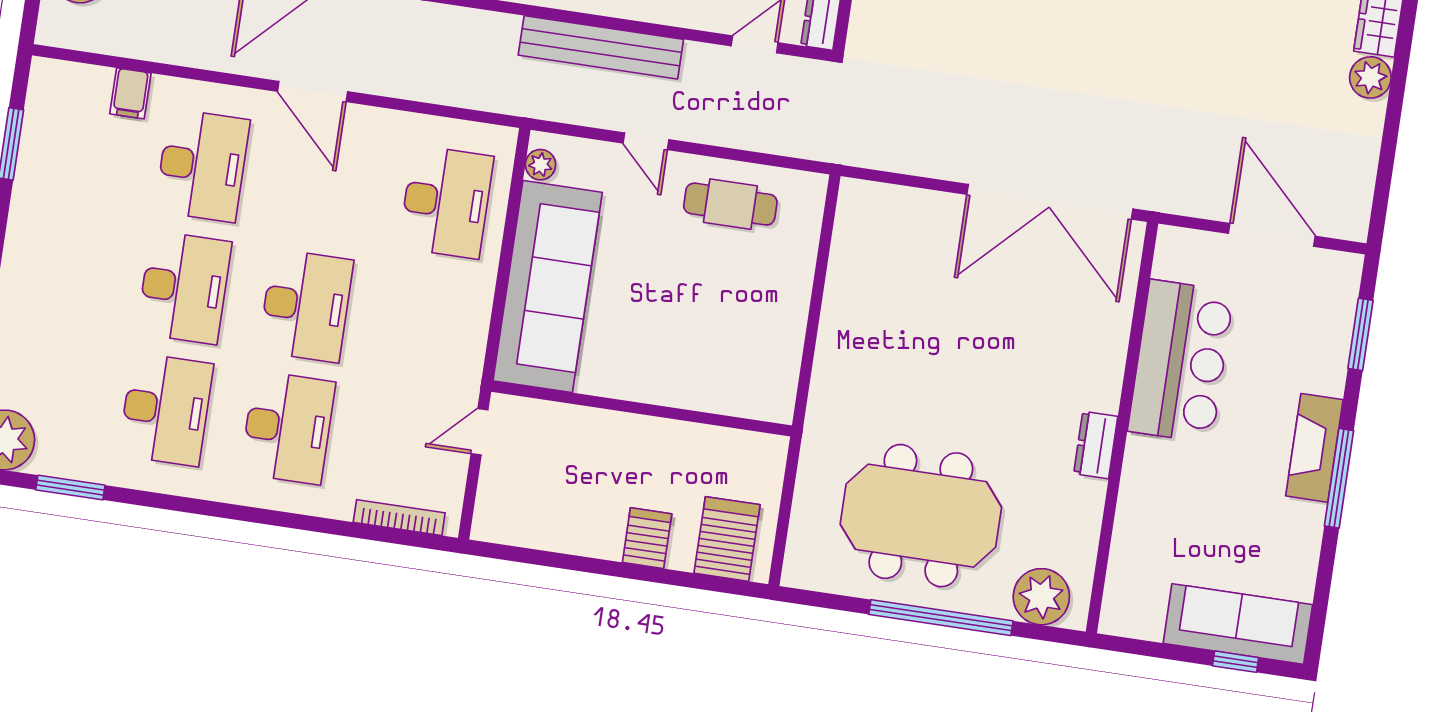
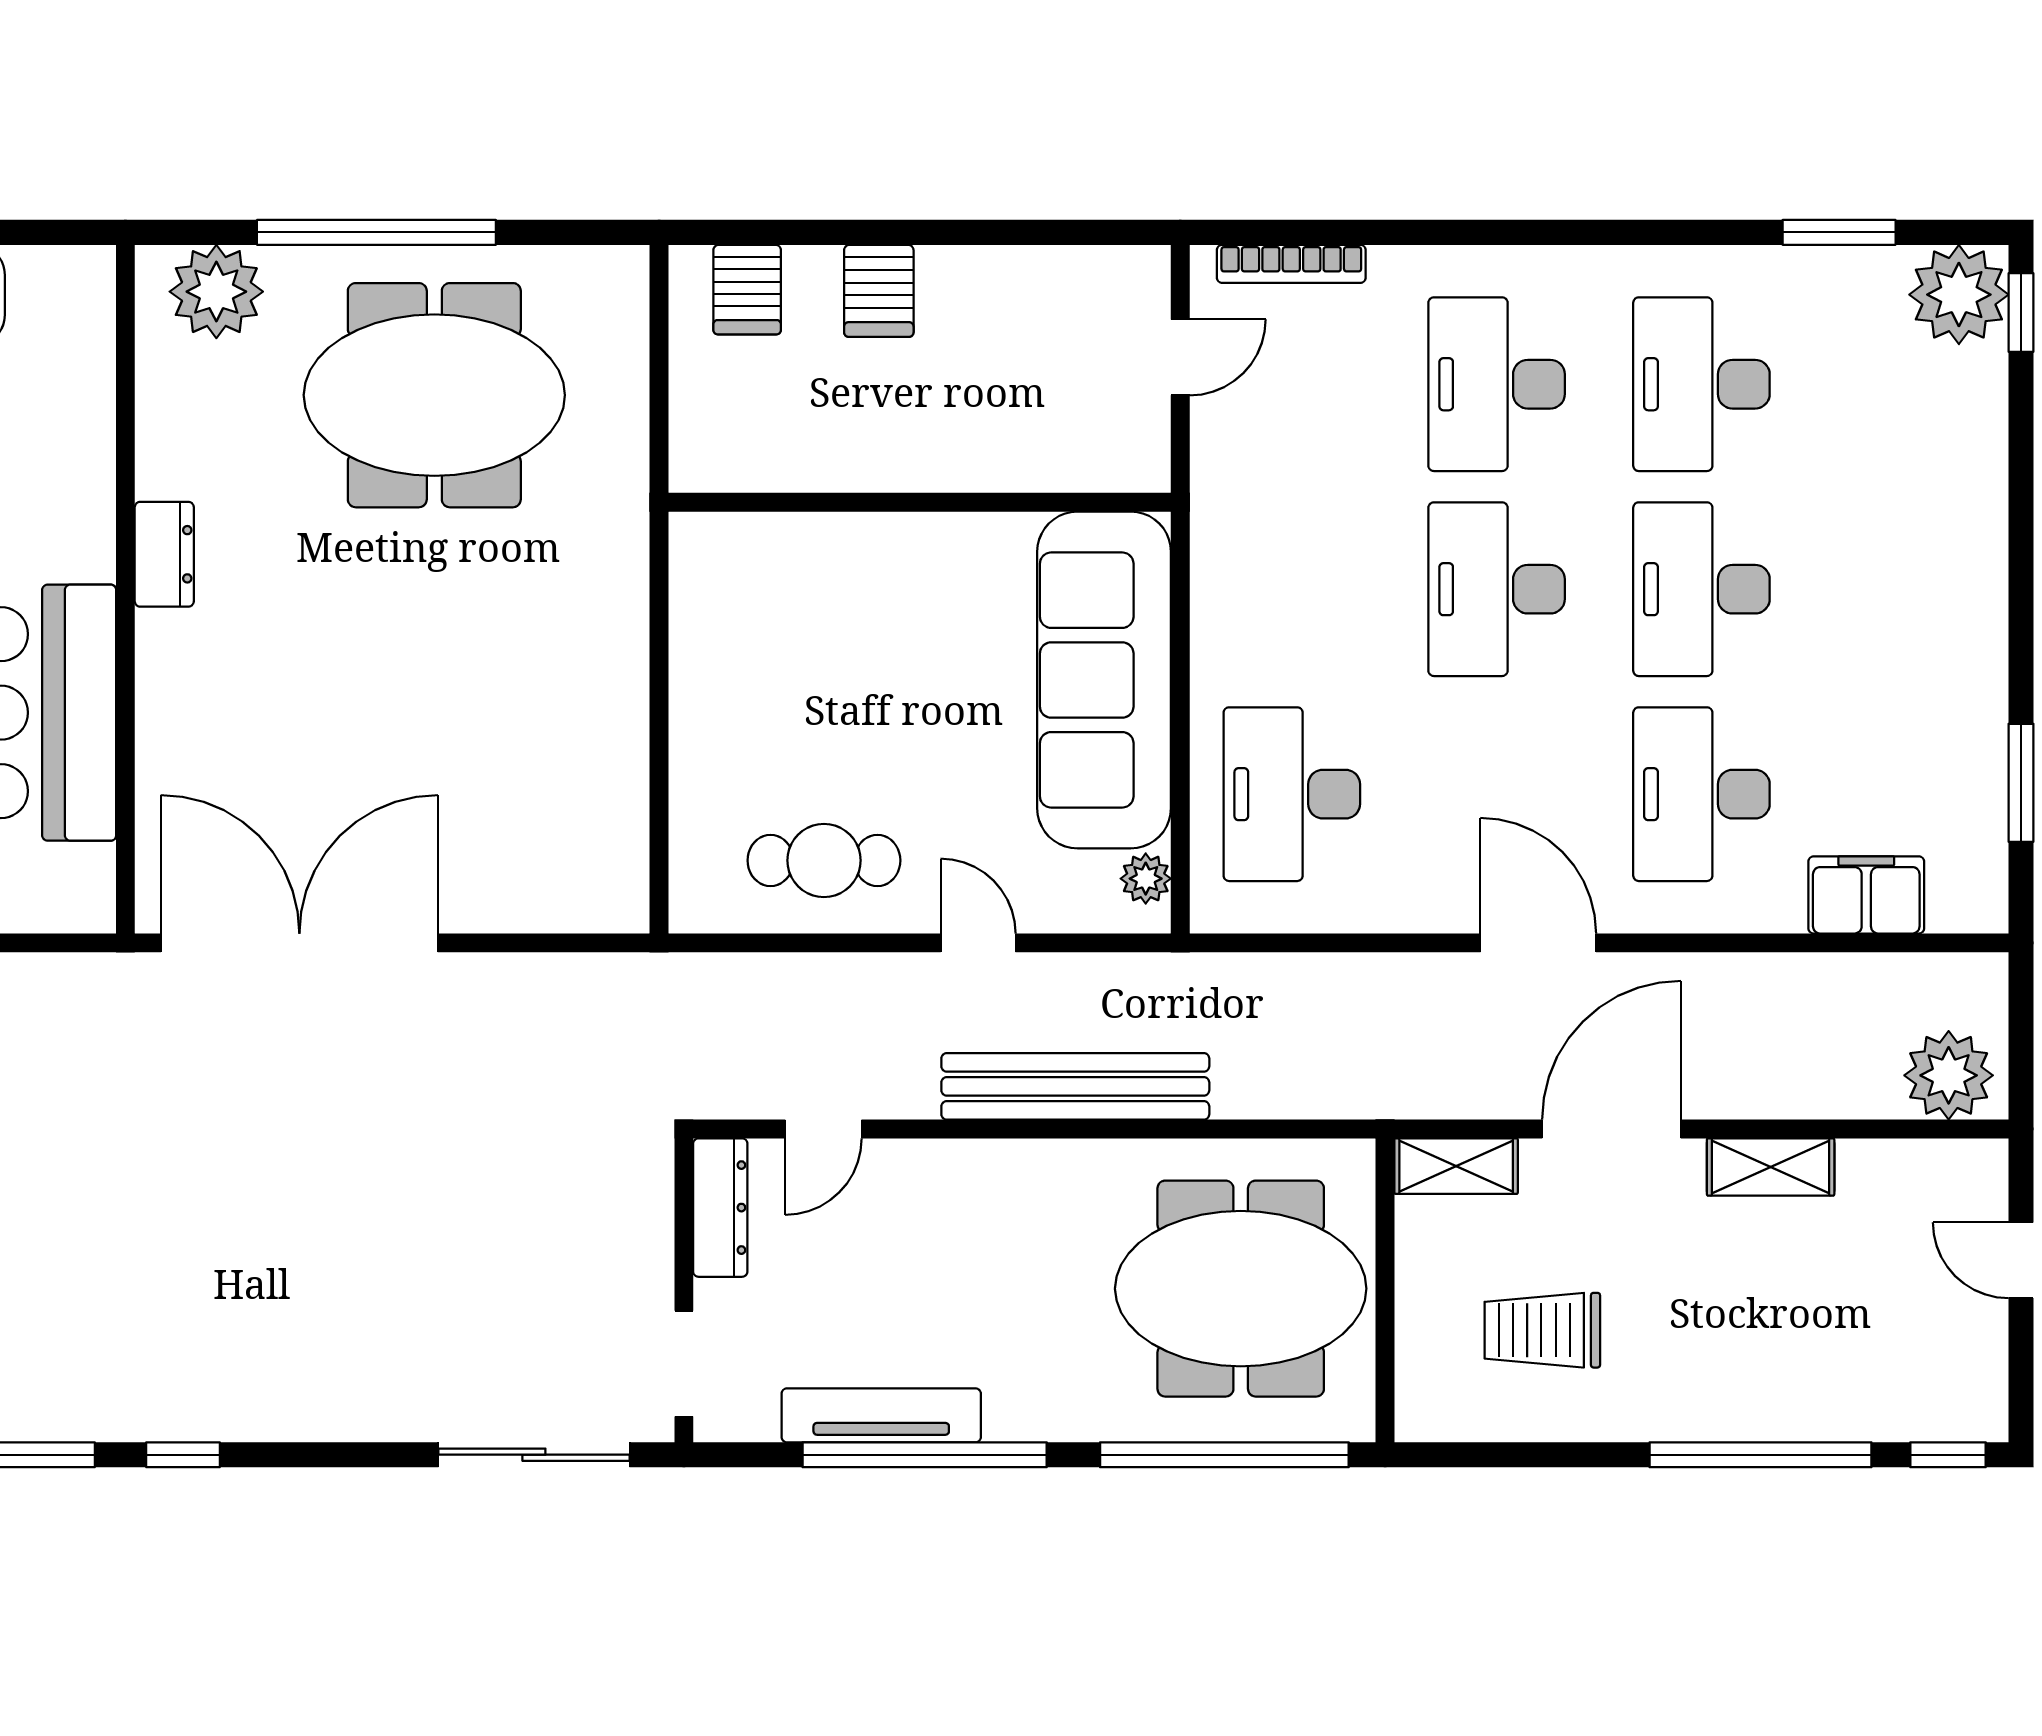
filing cabinet: (130, 93) -> (1866, 895), width x2.00
door: (480, 432) -> (1180, 357), moved
server rack: (727, 539) -> (747, 290), width x0.73, depth x0.70

